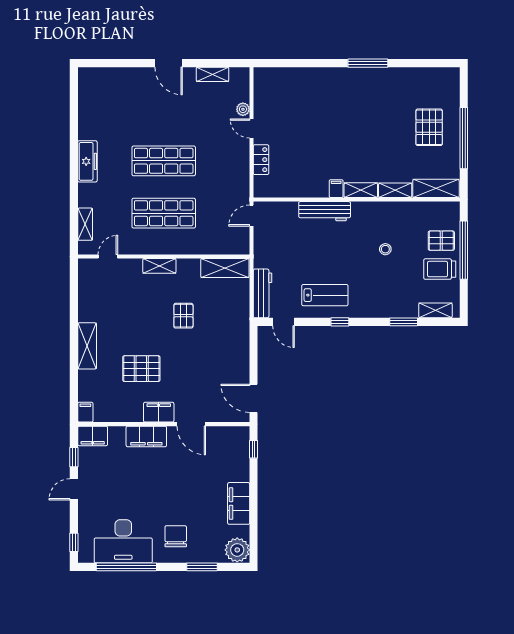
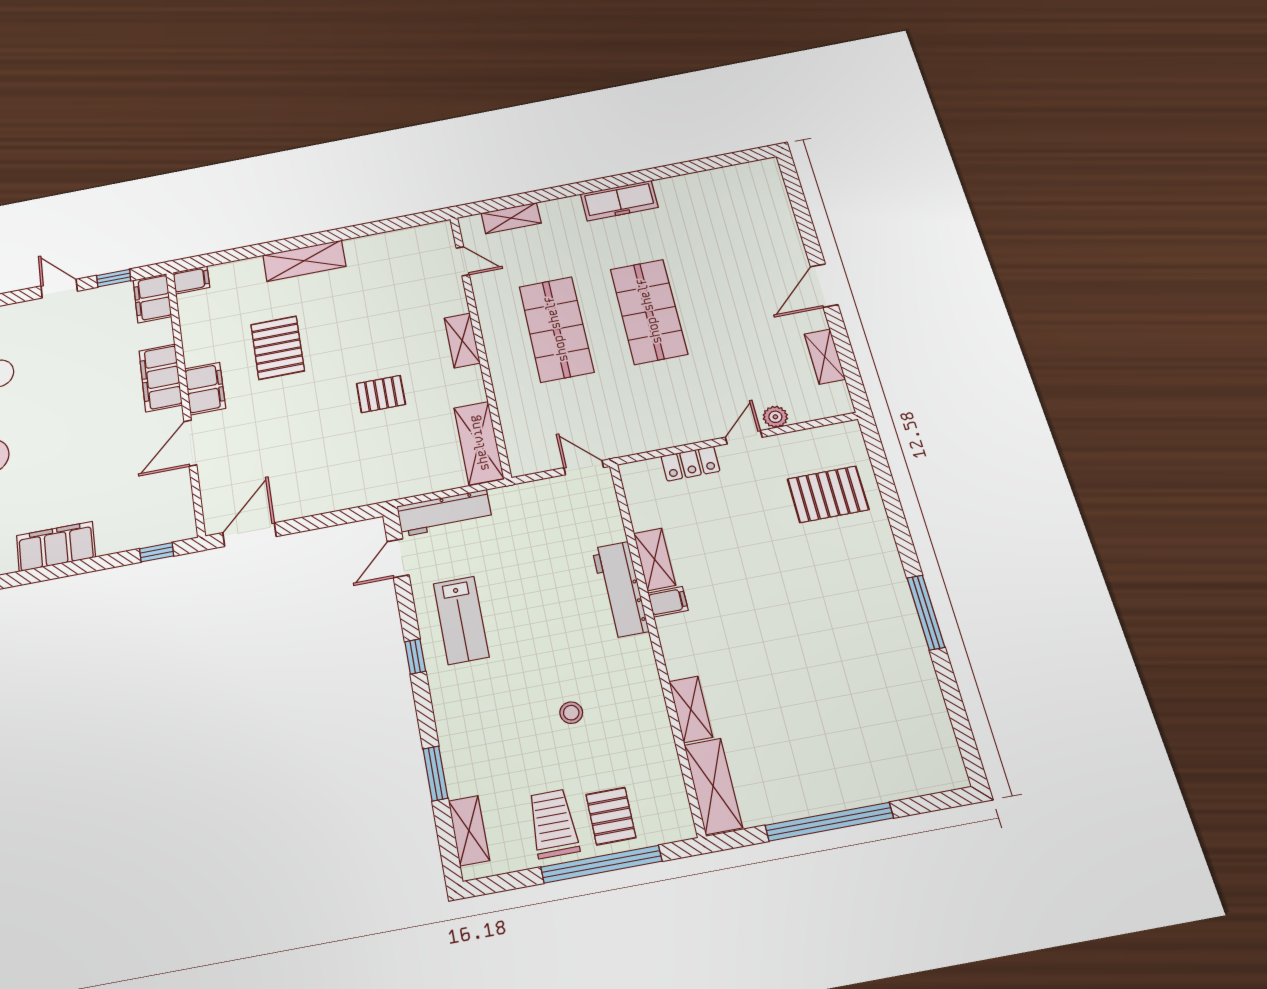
pallet: (429, 127) -> (828, 494), moved
shelving: (361, 190) -> (655, 559), moved

